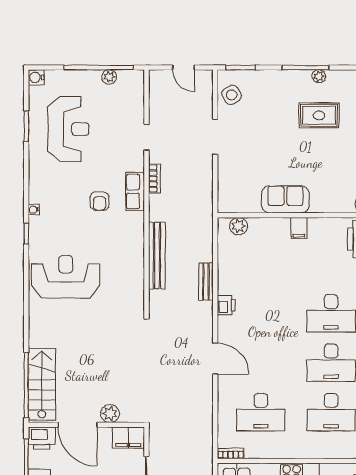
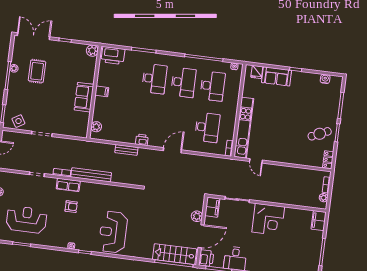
bench: (157, 255) -> (91, 175), moved

